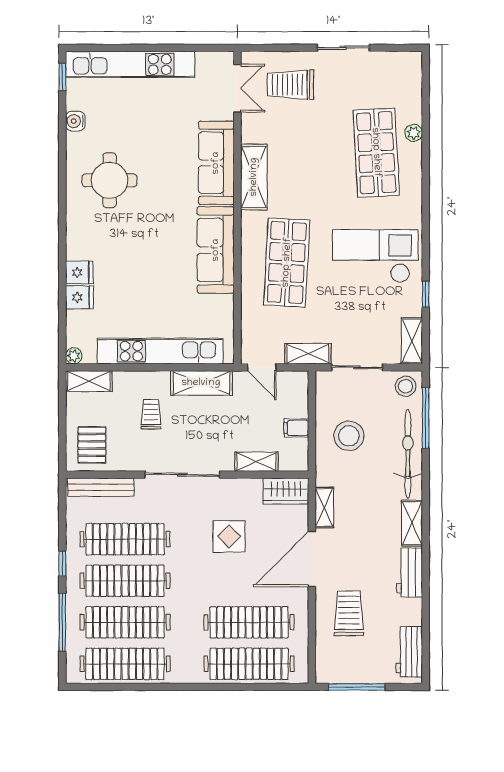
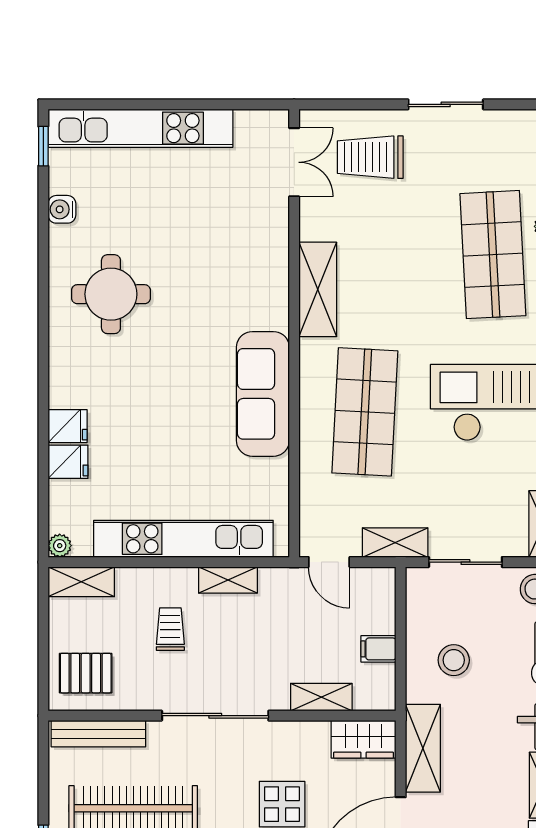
sofa: (216, 163) -> (264, 269), removed
shelving: (201, 383) -> (228, 580), width x0.67, depth x0.75
stool: (349, 436) -> (454, 660), width x0.73, depth x0.73
pallet: (92, 445) -> (86, 673), turned 90
shelving: (324, 508) -> (423, 748), width x1.50, depth x1.33

